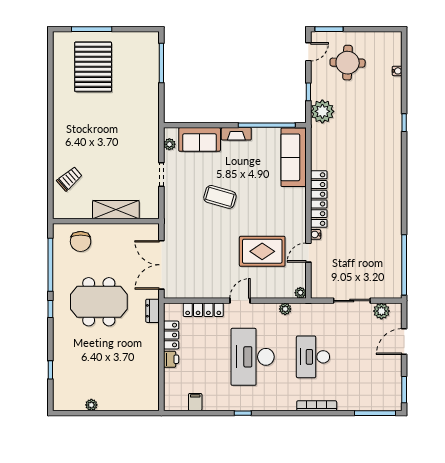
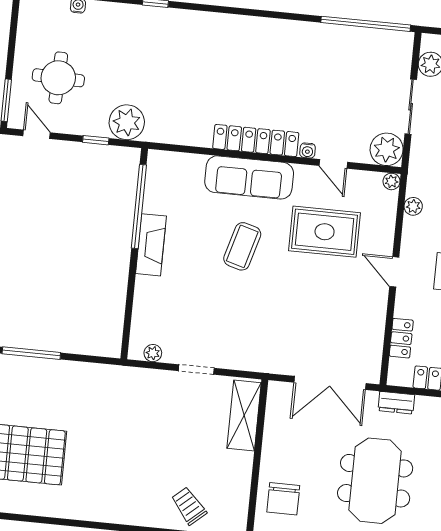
fireplace: (236, 134) -> (151, 245), width x1.37, depth x1.32
sofa: (200, 139) -> (150, 308), removed
sofa: (294, 157) -> (249, 177), moved
coffee table: (220, 197) -> (242, 246), moved
shelving: (116, 210) -> (244, 416), moved
chair: (81, 241) -> (283, 499), turned 90
rug: (262, 251) -> (325, 232), turned 90
plant: (322, 287) -> (387, 149), added
locker: (203, 310) -> (401, 338), width x0.66

